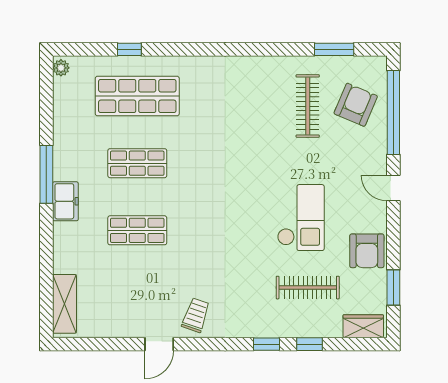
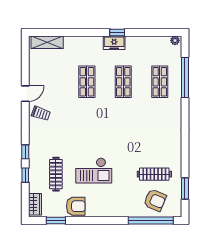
window: (129, 49) -> (185, 78), width x3.17
shop shelf: (137, 96) -> (160, 82), width x0.70, depth x0.74
window: (46, 174) -> (117, 32), width x0.46
door: (393, 188) -> (110, 221), removed
freezer: (65, 201) -> (114, 43), moved
armchair: (367, 251) -> (76, 206), turned 180
door: (159, 344) -> (25, 94), swing flipped

